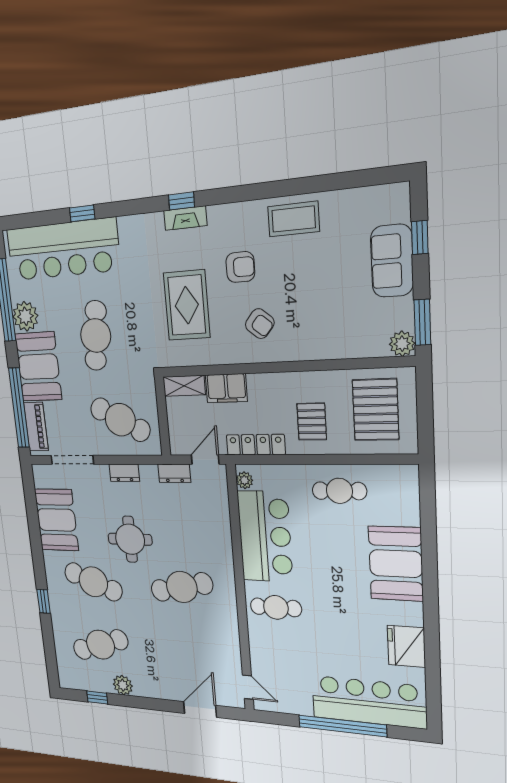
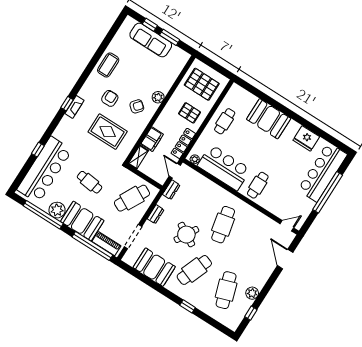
sofa: (392, 261) -> (151, 40), width x1.36
window: (422, 322) -> (170, 37), moved
cafe table: (96, 336) -> (90, 182), width x0.73, depth x0.74
plant: (402, 344) -> (158, 97), moved
round table: (130, 539) -> (186, 235), turned 30

